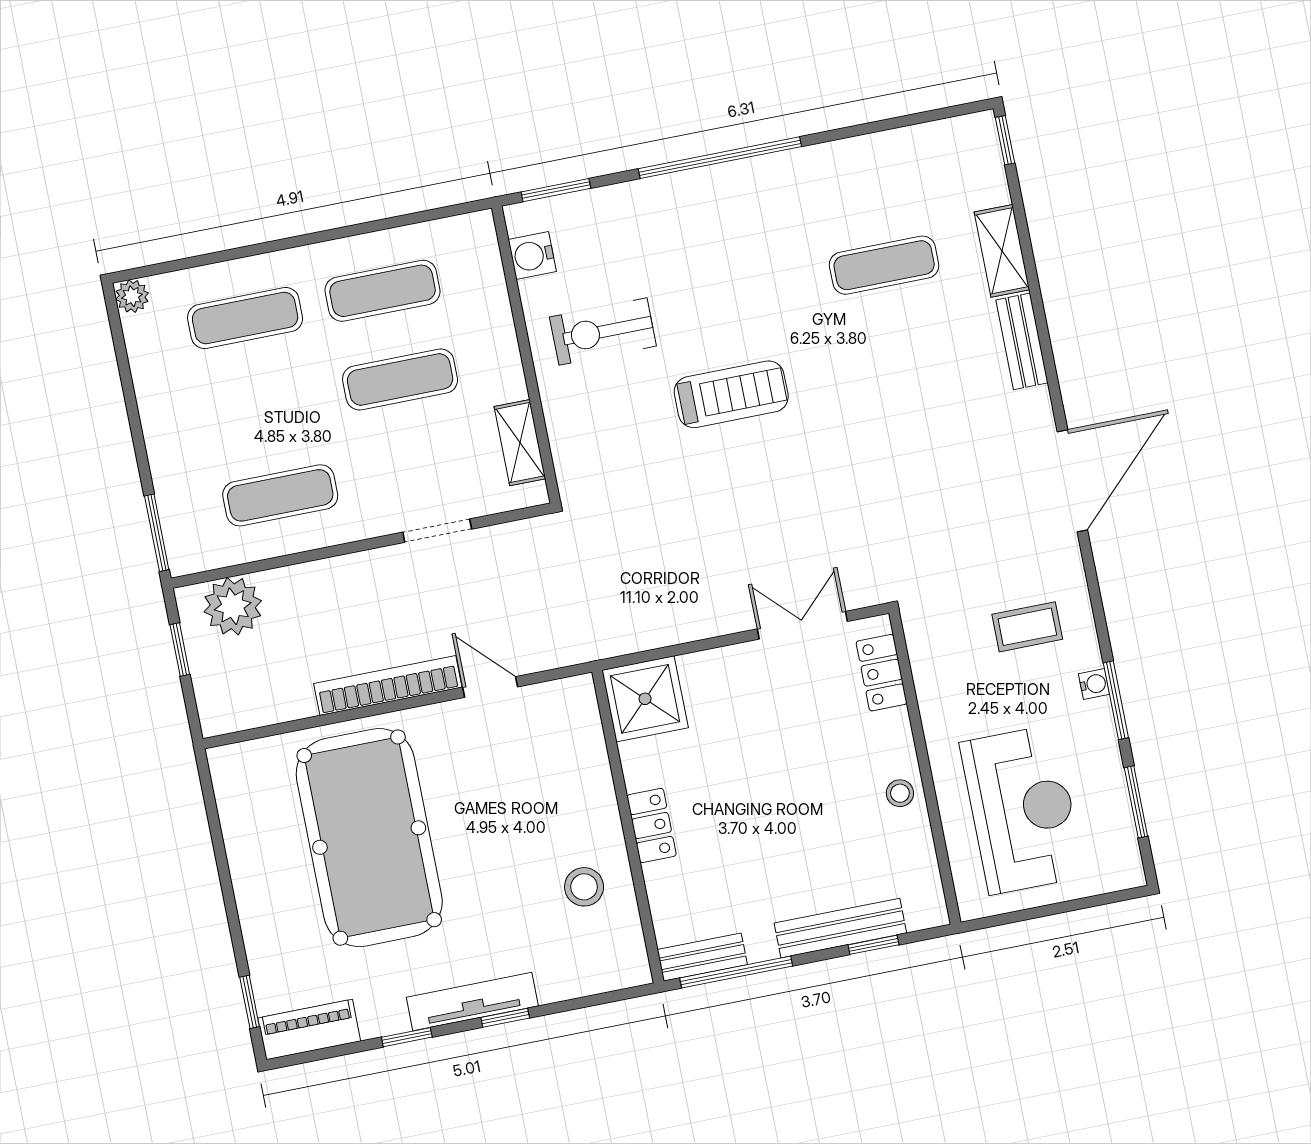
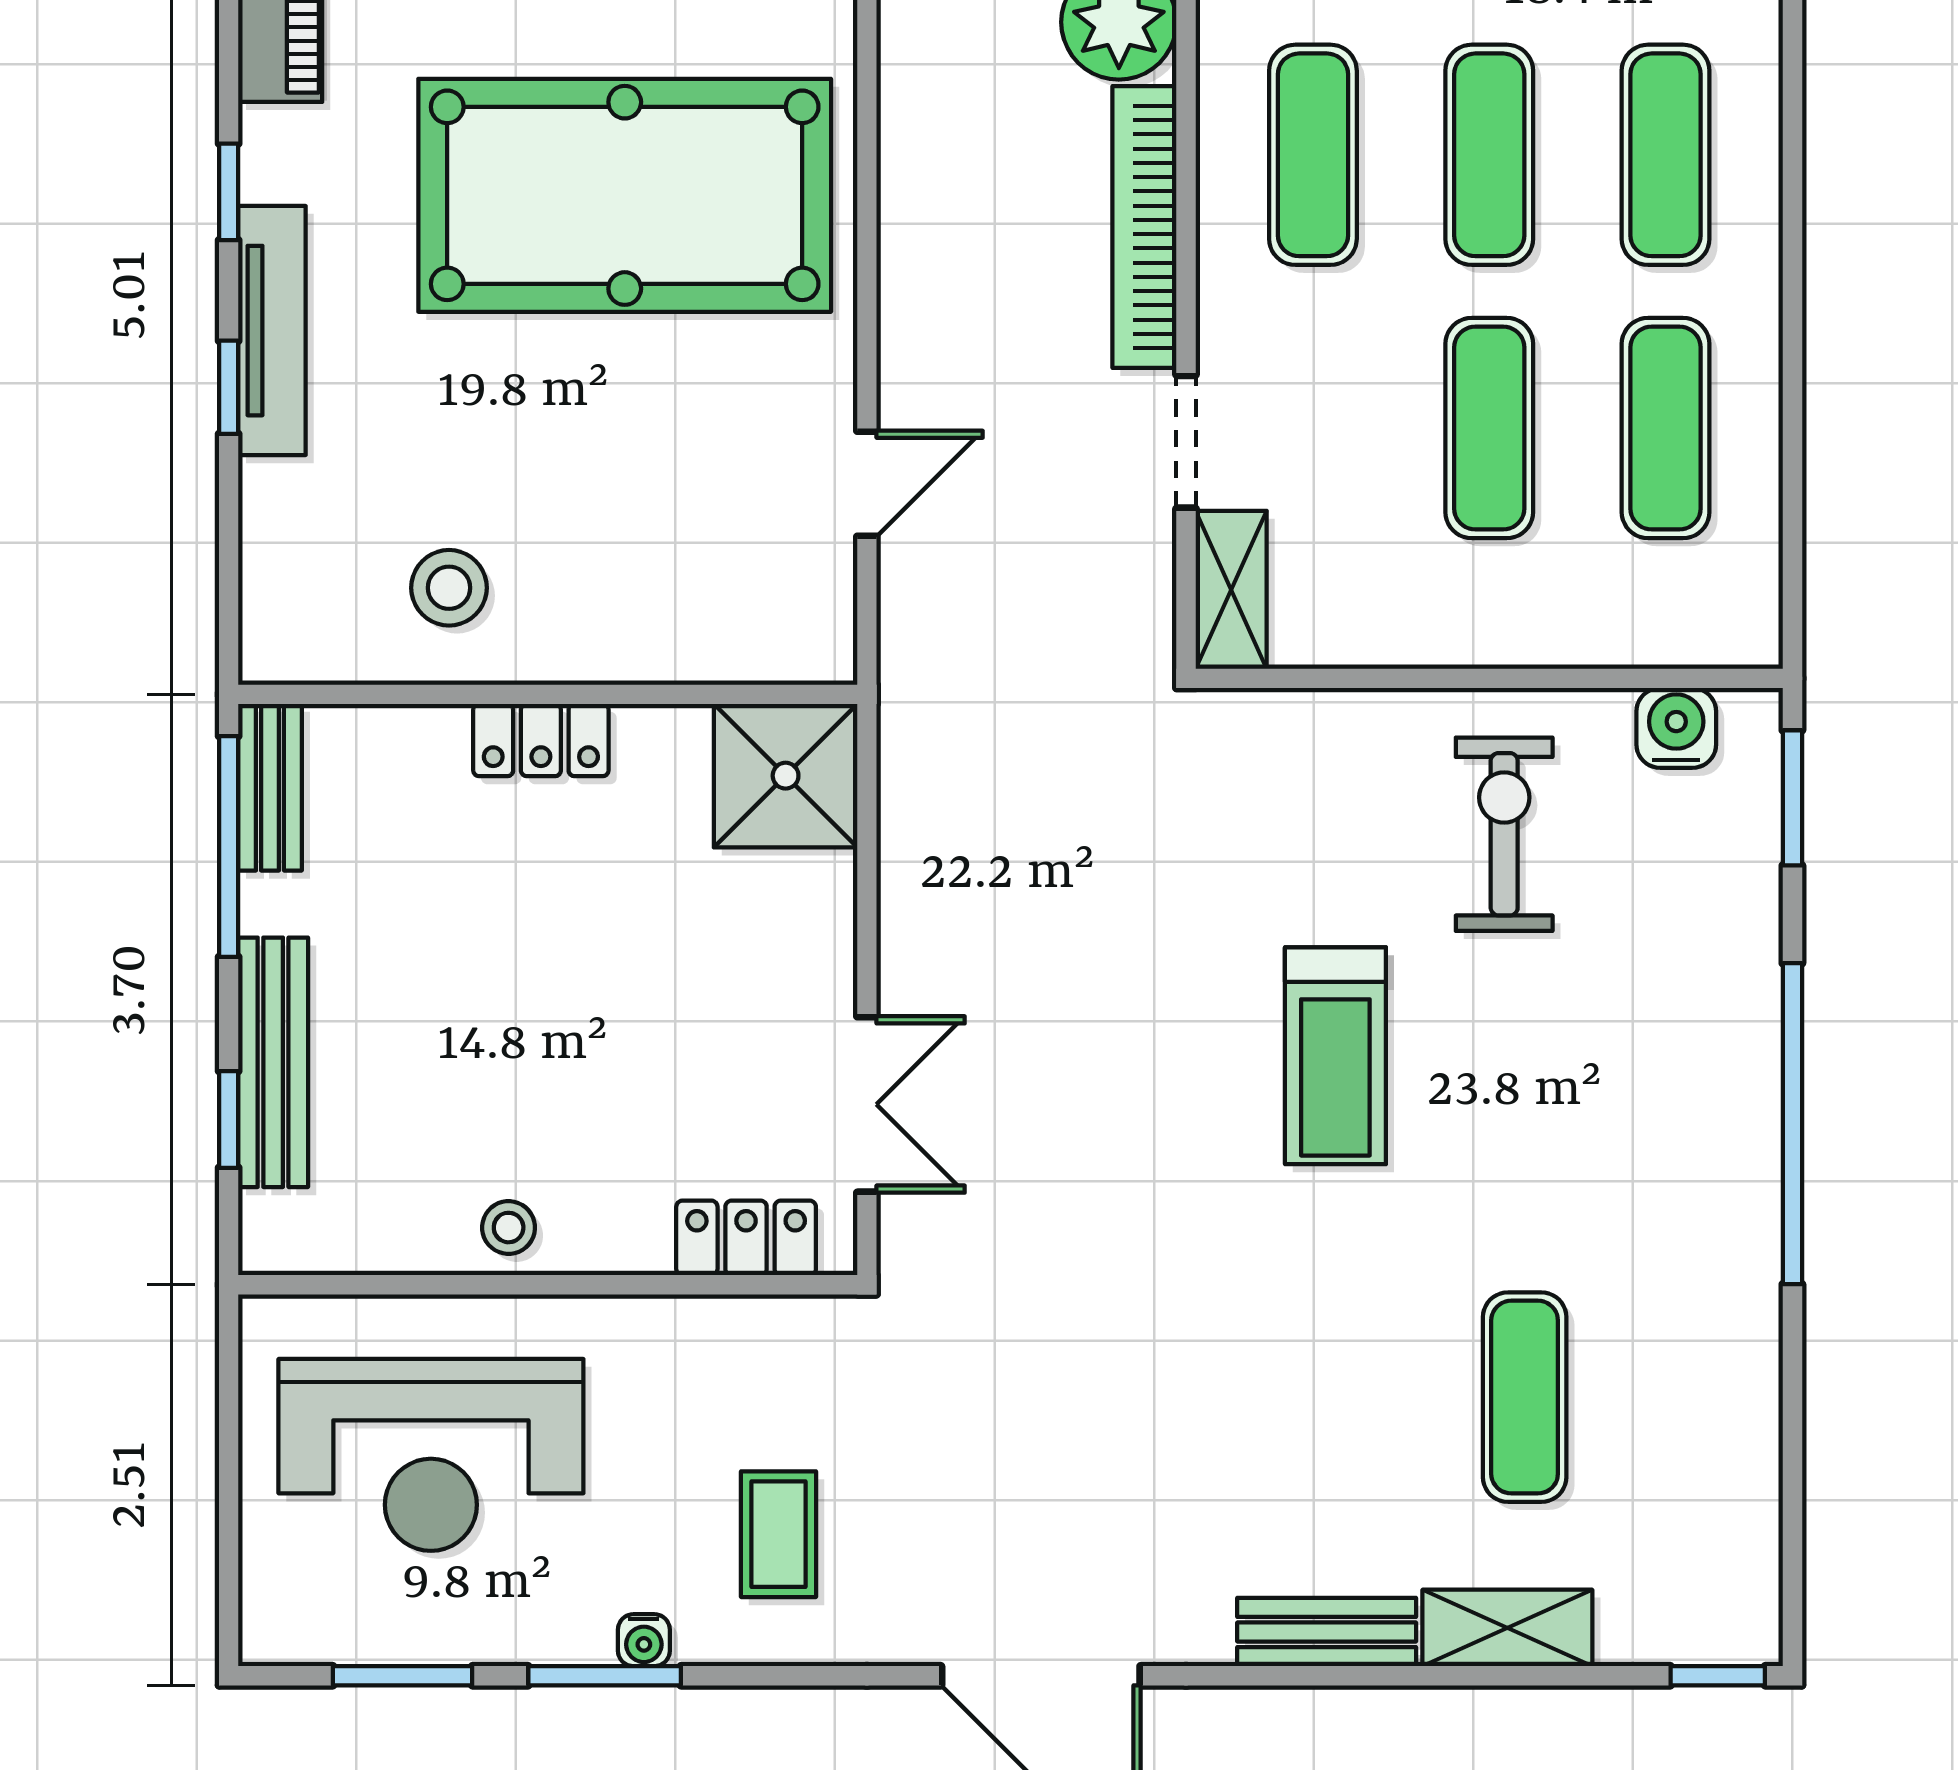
exercise mat: (263, 407) -> (1489, 155), added
shelving: (520, 443) -> (1231, 590), moved, turned 90
bookcase: (388, 686) -> (1144, 227), moved, turned 180

